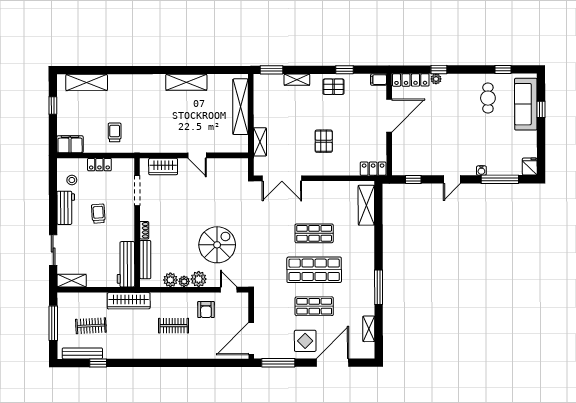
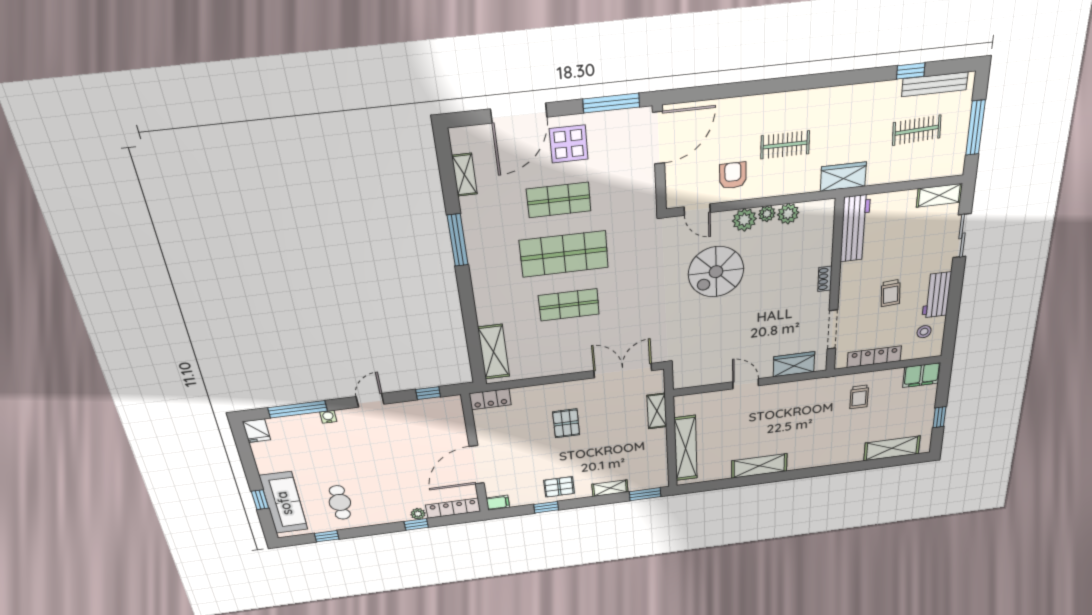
locker: (99, 165) -> (874, 357), width x1.53
bench: (145, 260) -> (825, 238), removed
wardrobe: (129, 301) -> (843, 177), width x0.67

